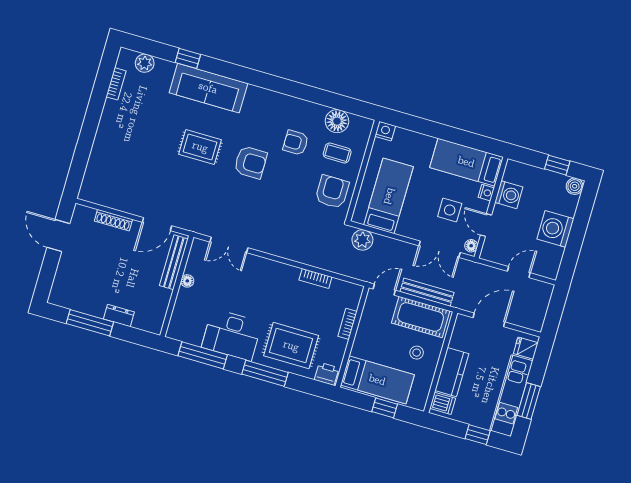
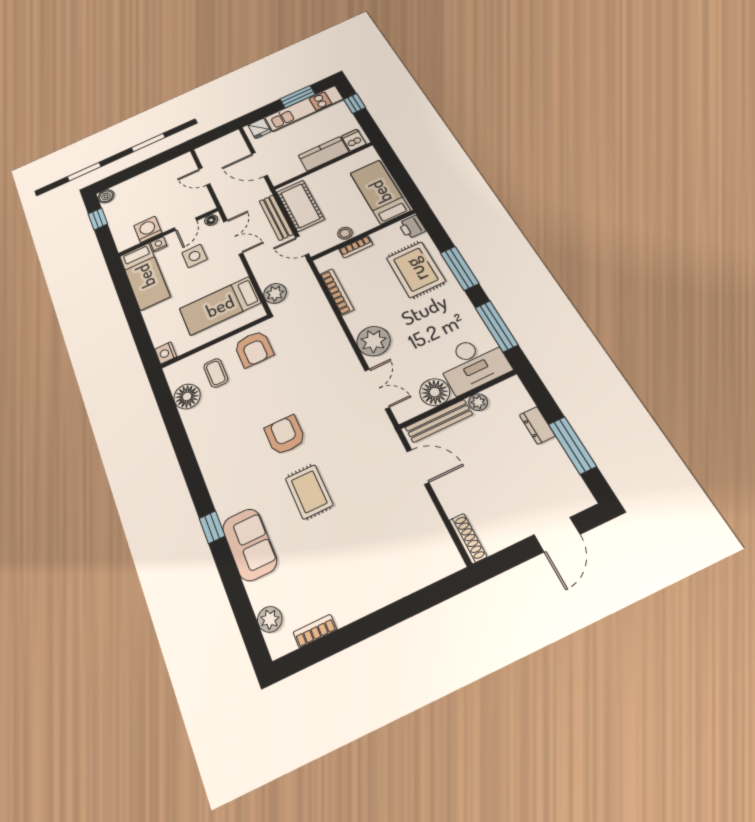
window: (188, 58) -> (212, 527), moved
sofa: (208, 88) -> (250, 544), width x0.73
armchair: (296, 143) -> (234, 413), removed
armchair: (332, 192) -> (254, 349), turned -90
shoe rack: (113, 220) -> (468, 538), moved
washing machine: (555, 229) -> (150, 182), removed
door: (58, 236) -> (557, 535), moved
plant: (264, 272) -> (374, 341), added
bookcase: (315, 278) -> (337, 292), width x1.56
floor lamp: (187, 281) -> (435, 392), width x1.89, depth x1.89
plant: (164, 296) -> (478, 402), added
desk: (232, 335) -> (473, 363), moved, turned 90
stool: (417, 353) -> (345, 233), moved
window: (385, 408) -> (397, 170), removed

